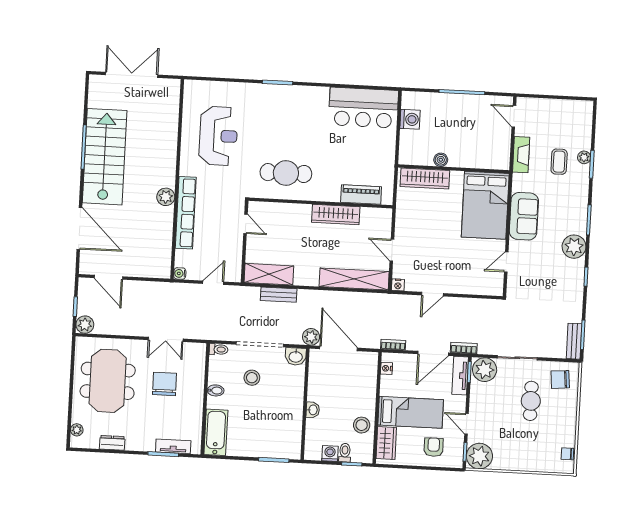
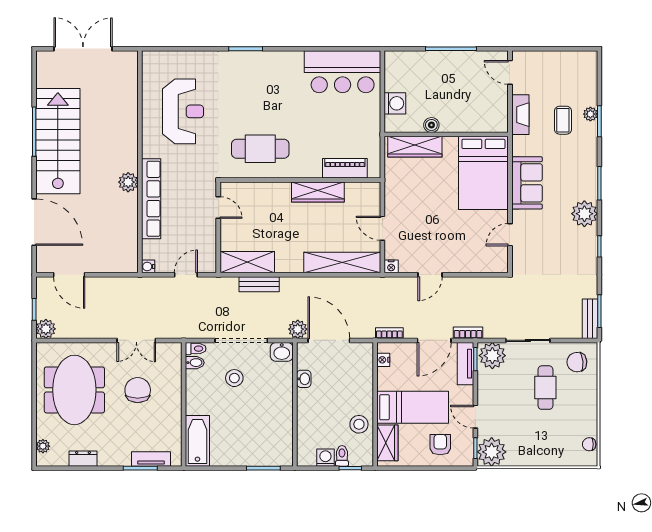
washing machine: (410, 119) -> (395, 103), moved
bidet: (216, 390) -> (195, 363), moved
washbasin: (313, 410) -> (304, 379), moved

